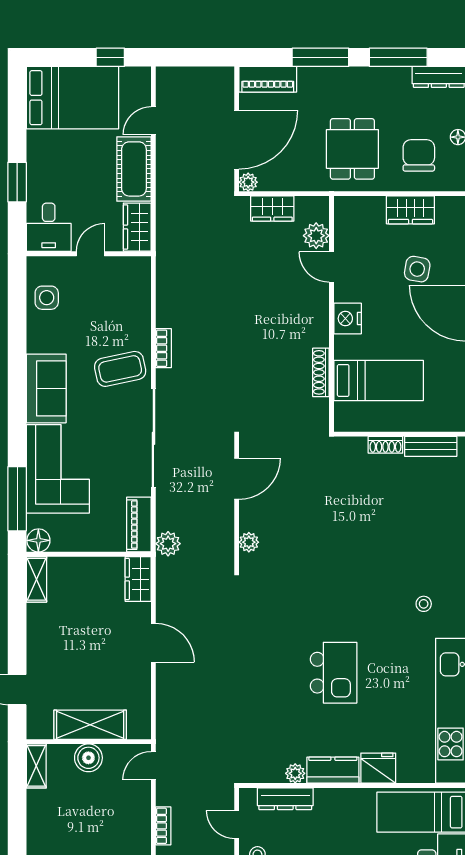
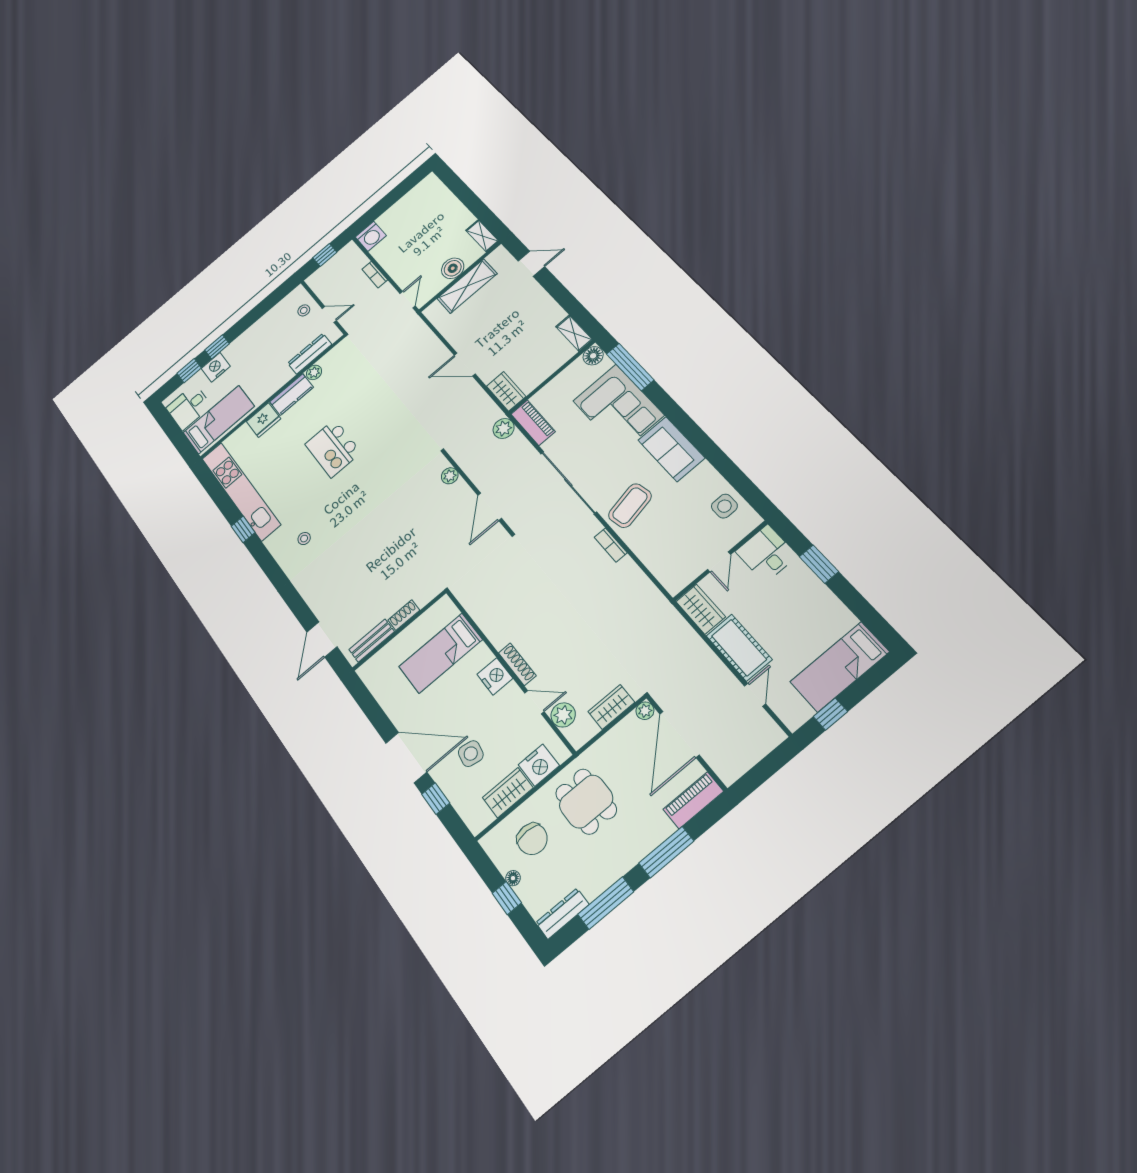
bed: (72, 98) -> (840, 667), width x0.67
nightstand: (368, 211) -> (539, 765), added
shoe rack: (321, 372) -> (517, 664), moved

